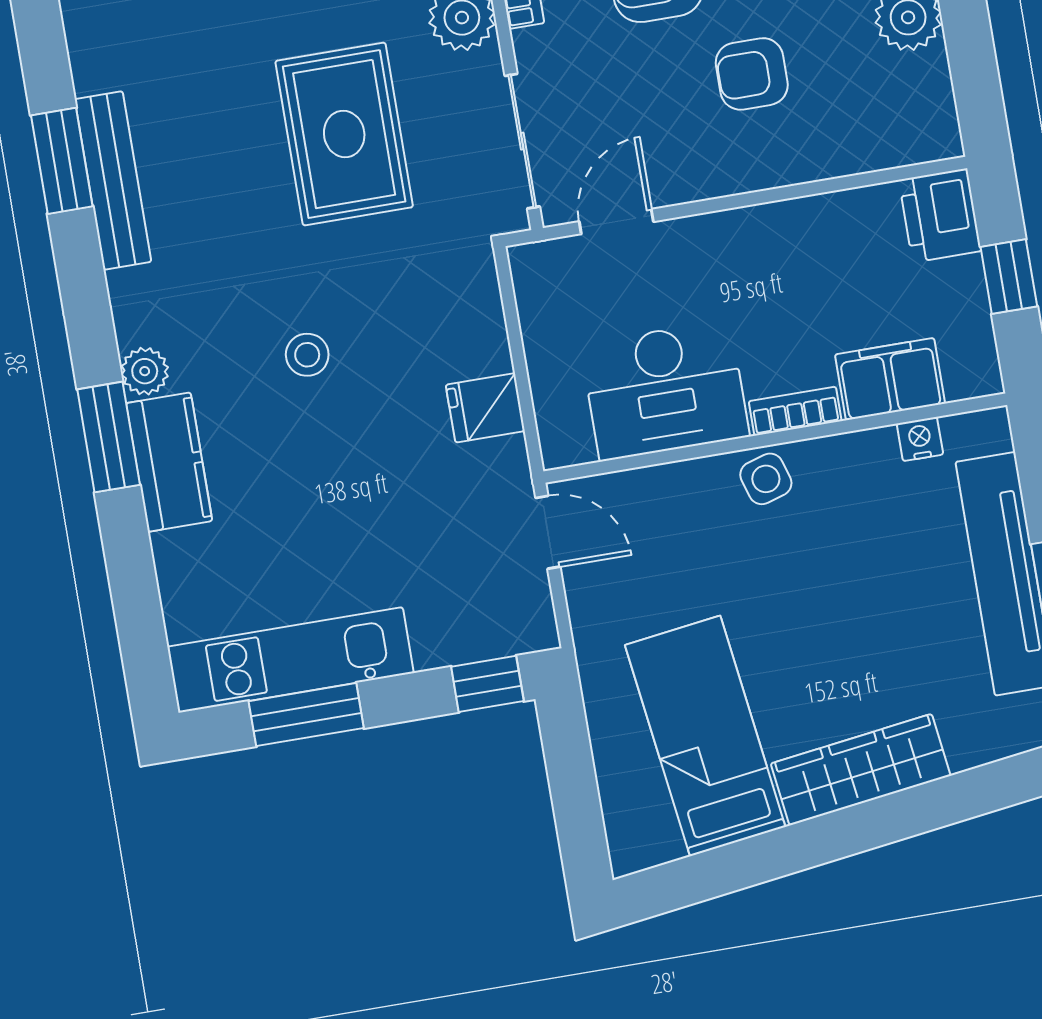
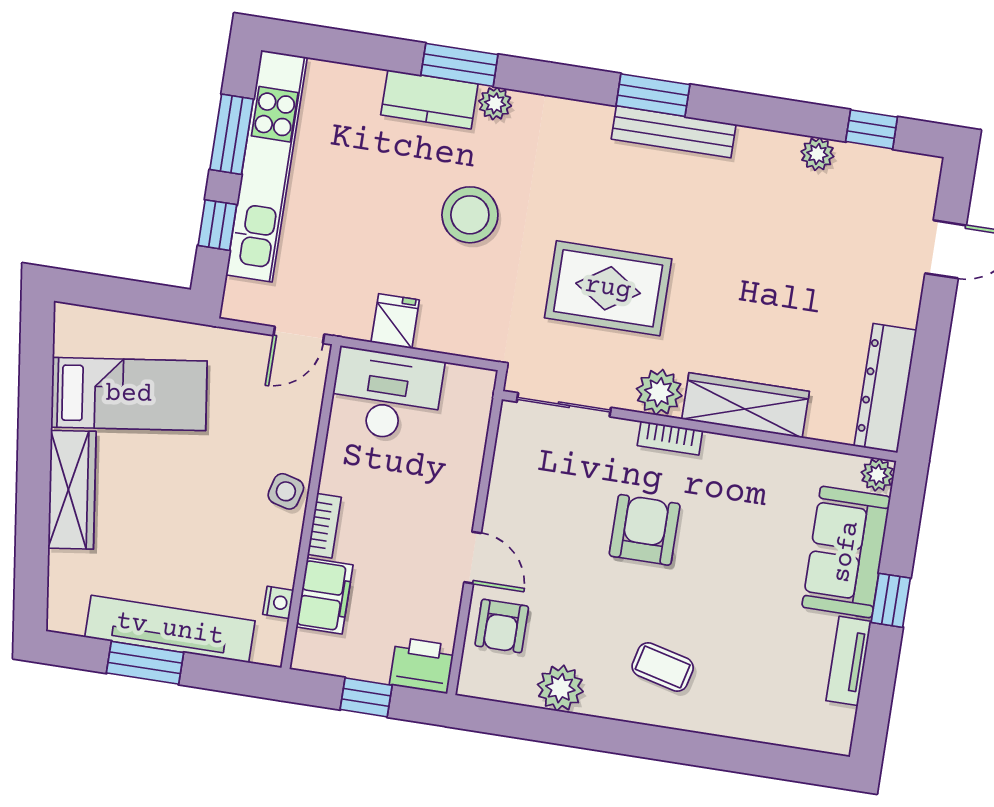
armchair: (752, 74) -> (502, 626), moved, turned 180
bench: (113, 180) -> (674, 132), moved
door: (616, 222) -> (473, 558), moved
stool: (307, 355) -> (470, 215), width x1.89, depth x1.89
desk: (665, 390) -> (386, 395), moved, turned 90
side table: (766, 479) -> (286, 491), turned 32
kitchen unit: (290, 660) -> (267, 166), width x1.36
window: (487, 684) -> (217, 225), moved

